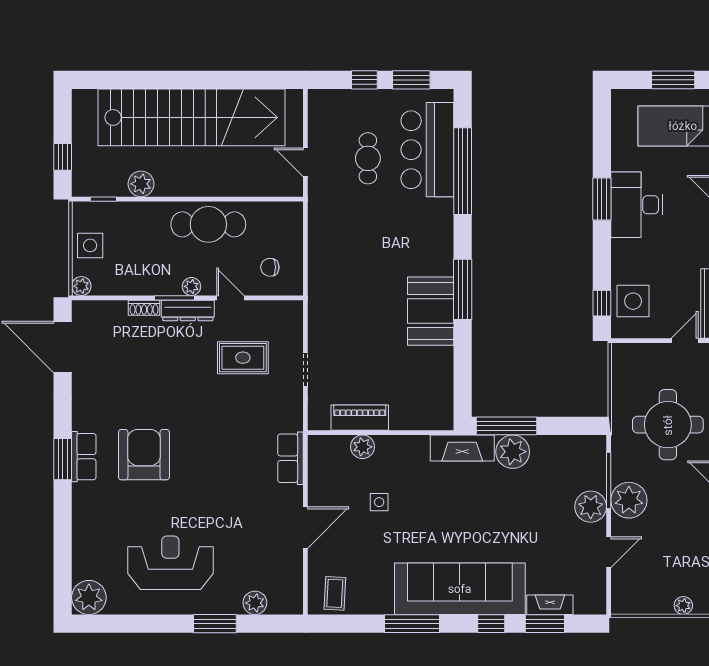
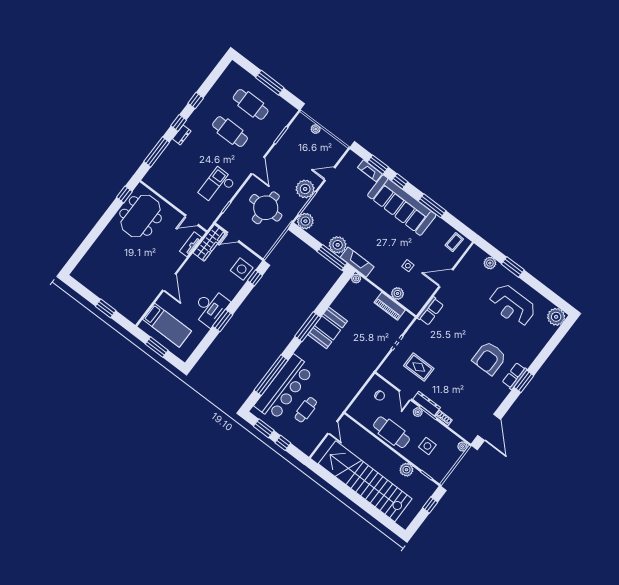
bar counter: (427, 150) -> (284, 388), width x1.36
side table: (90, 245) -> (427, 446), moved
plant: (444, 421) -> (356, 279), added
plant: (591, 507) -> (305, 221), moved

